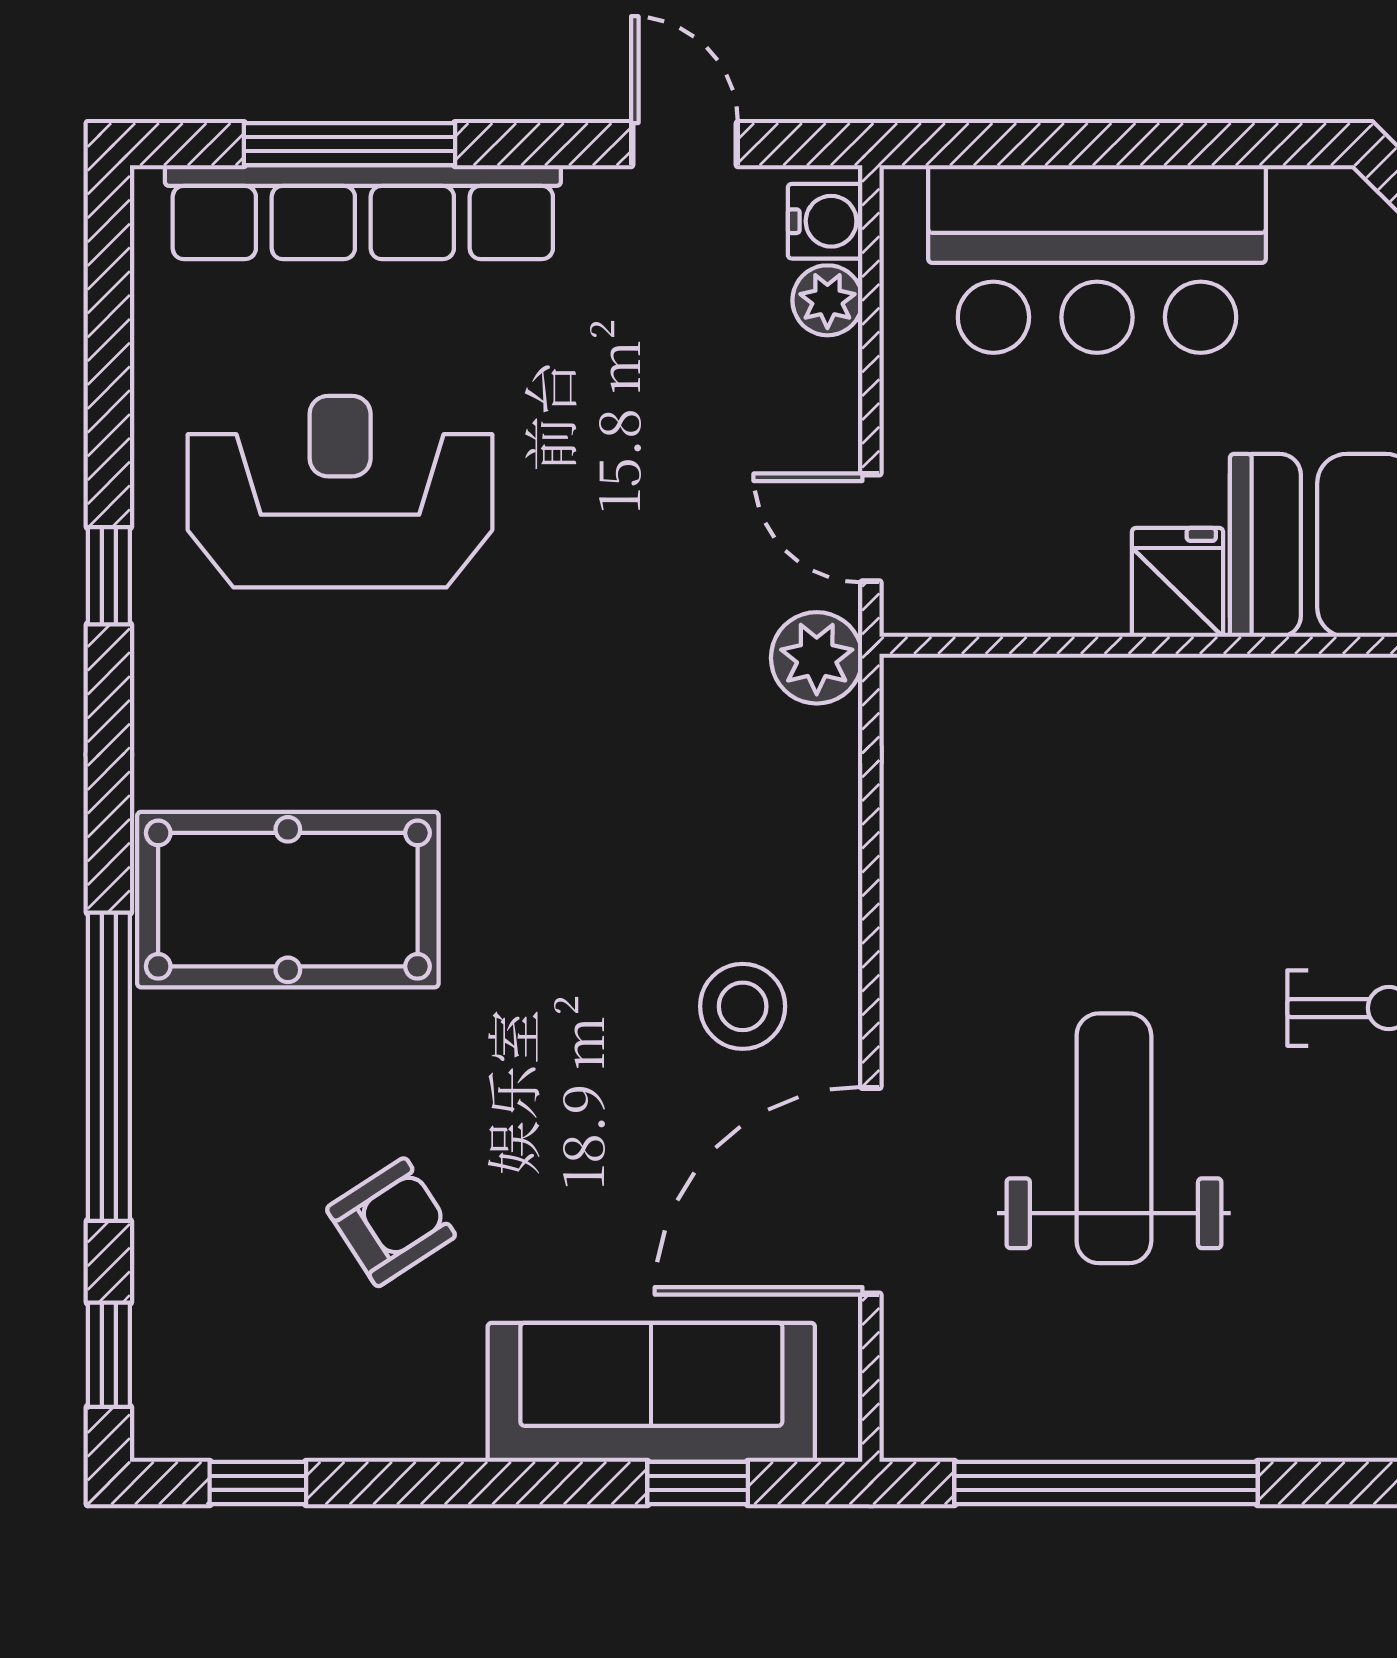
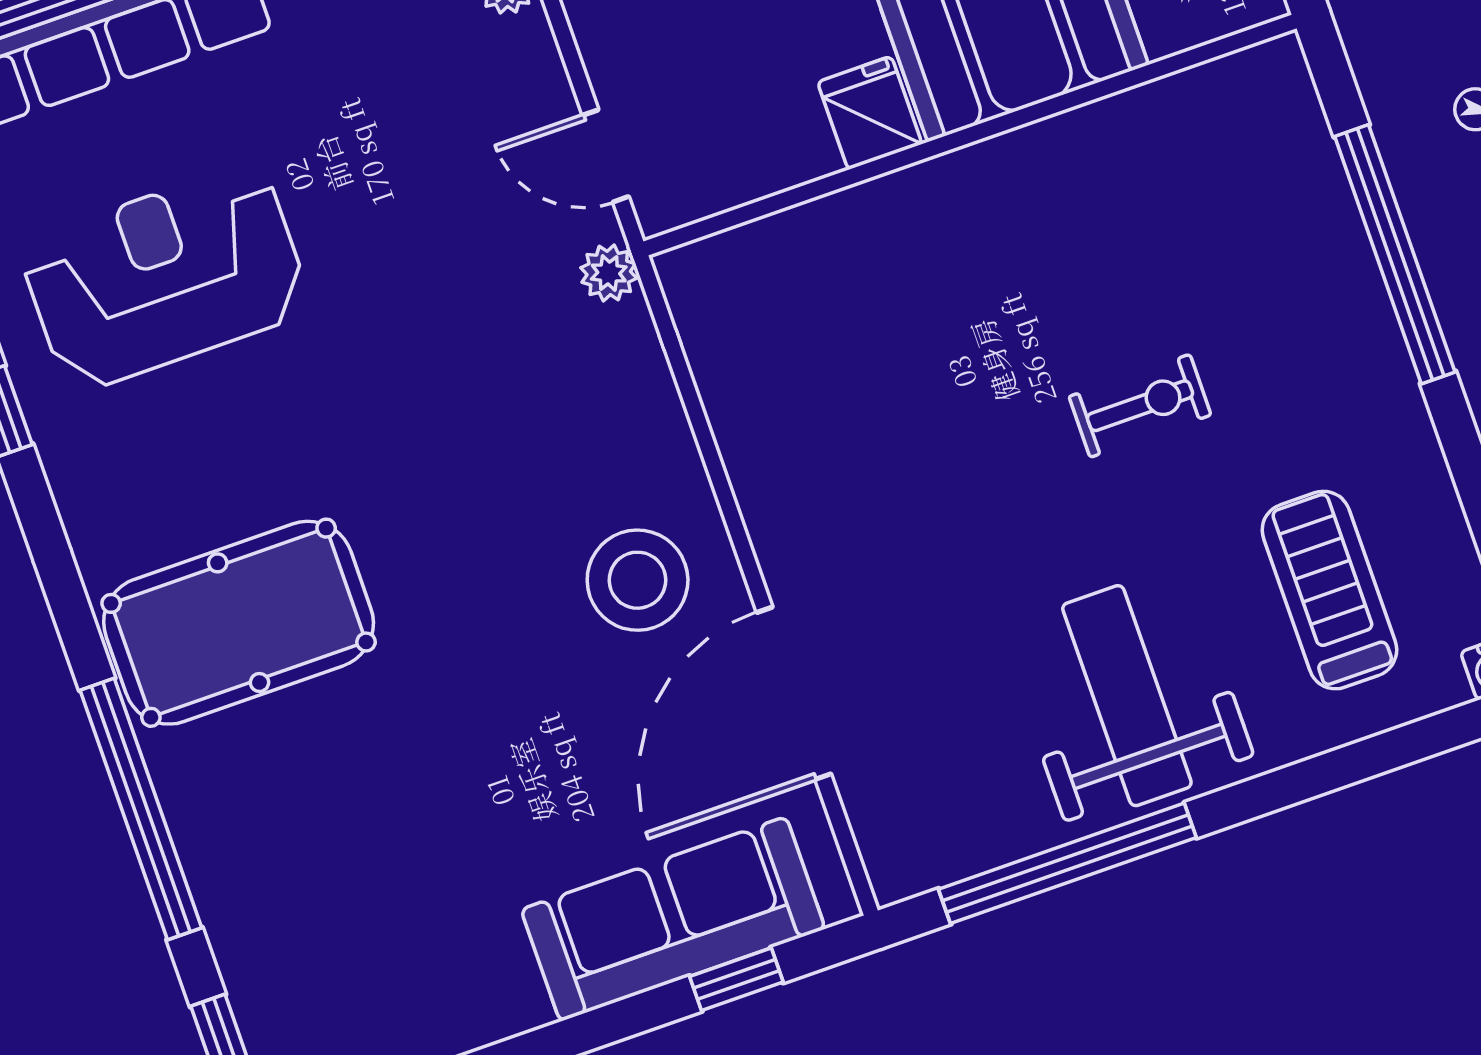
plant: (817, 658) -> (609, 273), width x0.73, depth x0.73
stool: (743, 1006) -> (638, 580), width x1.38, depth x1.38
weight bench: (1114, 1138) -> (1127, 696), moved
armchair: (391, 1222) -> (414, 855), removed

